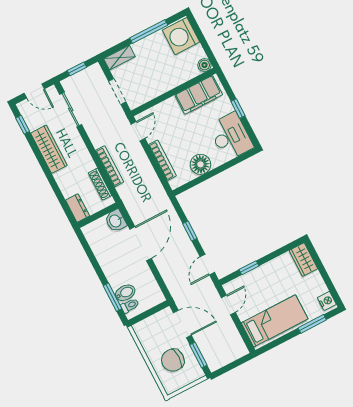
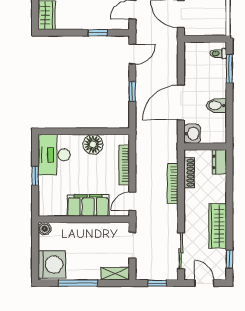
filing cabinet: (199, 95) -> (88, 205), moved
bidet: (125, 293) -> (216, 105), moved

